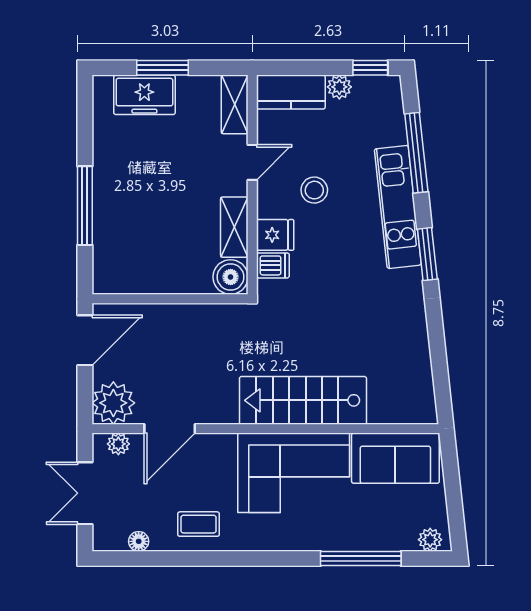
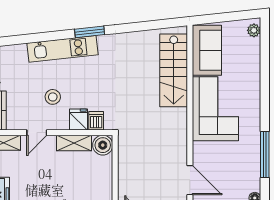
window: (416, 153) -> (31, 38), removed
door: (252, 162) -> (37, 133), swing flipped
stairs: (303, 400) -> (174, 70), moved
coffee table: (199, 524) -> (245, 164), removed
window: (361, 559) -> (265, 155), moved

